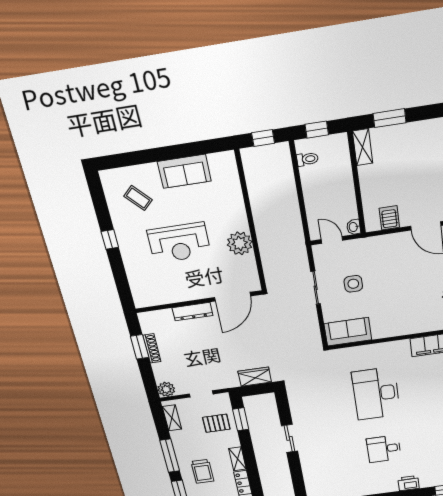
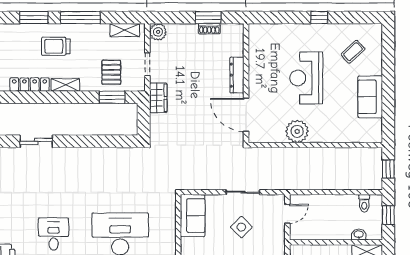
washbasin: (354, 227) -> (359, 235), moved
side table: (353, 284) -> (241, 227), turned 45
shoe rack: (152, 348) -> (209, 29), width x0.70
wardrobe: (255, 377) -> (158, 98), moved
sliding door: (290, 438) -> (36, 141), moved

